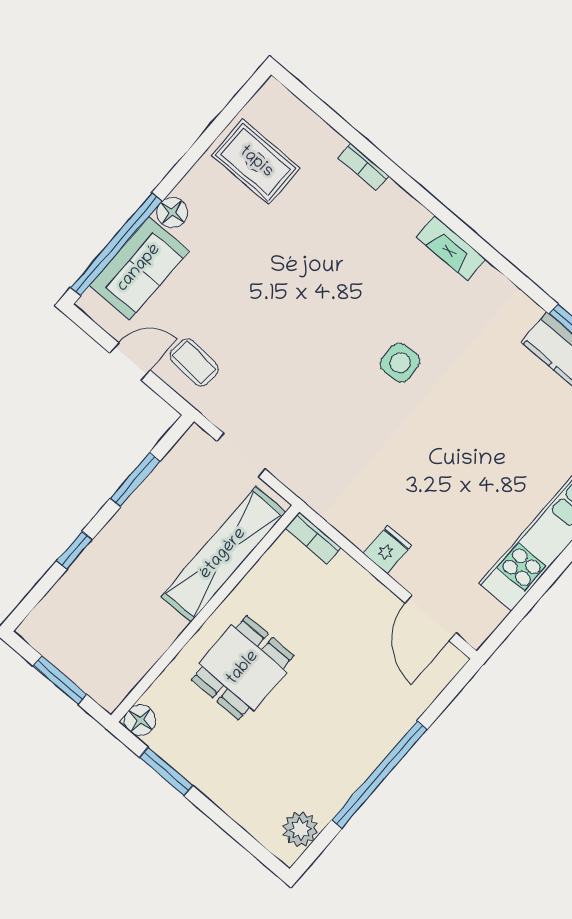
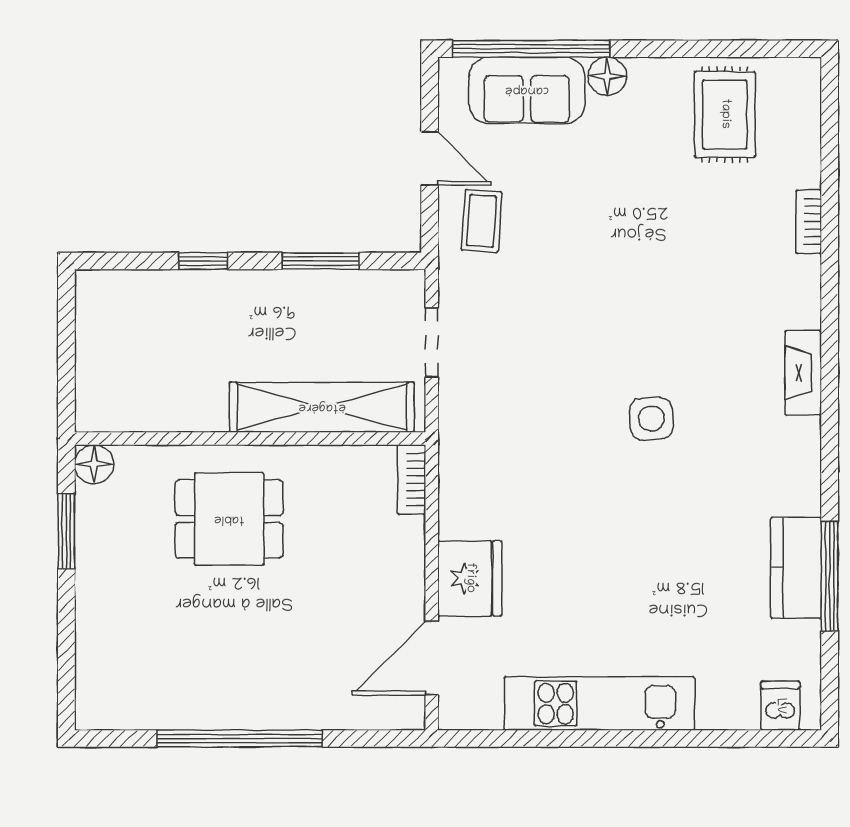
fridge: (387, 550) -> (470, 578), width x1.88, depth x1.34
window: (60, 680) -> (66, 354), removed
plant: (300, 829) -> (122, 708), removed

